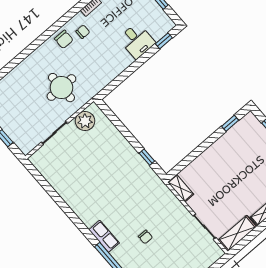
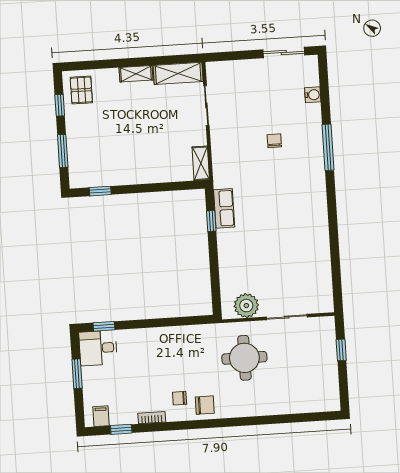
chair: (64, 39) -> (205, 405), turned 90
desk: (137, 41) -> (98, 348), moved, turned -90
row of seats: (104, 236) -> (224, 208), moved, turned 180

